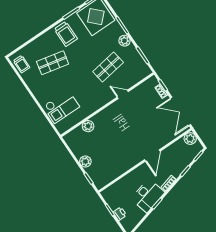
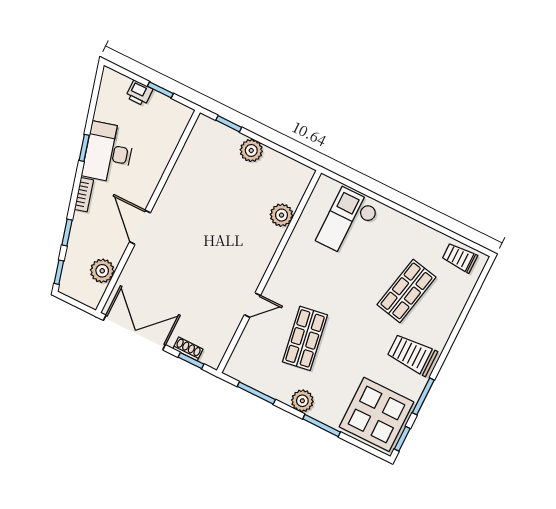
plant: (190, 139) -> (102, 271), moved

